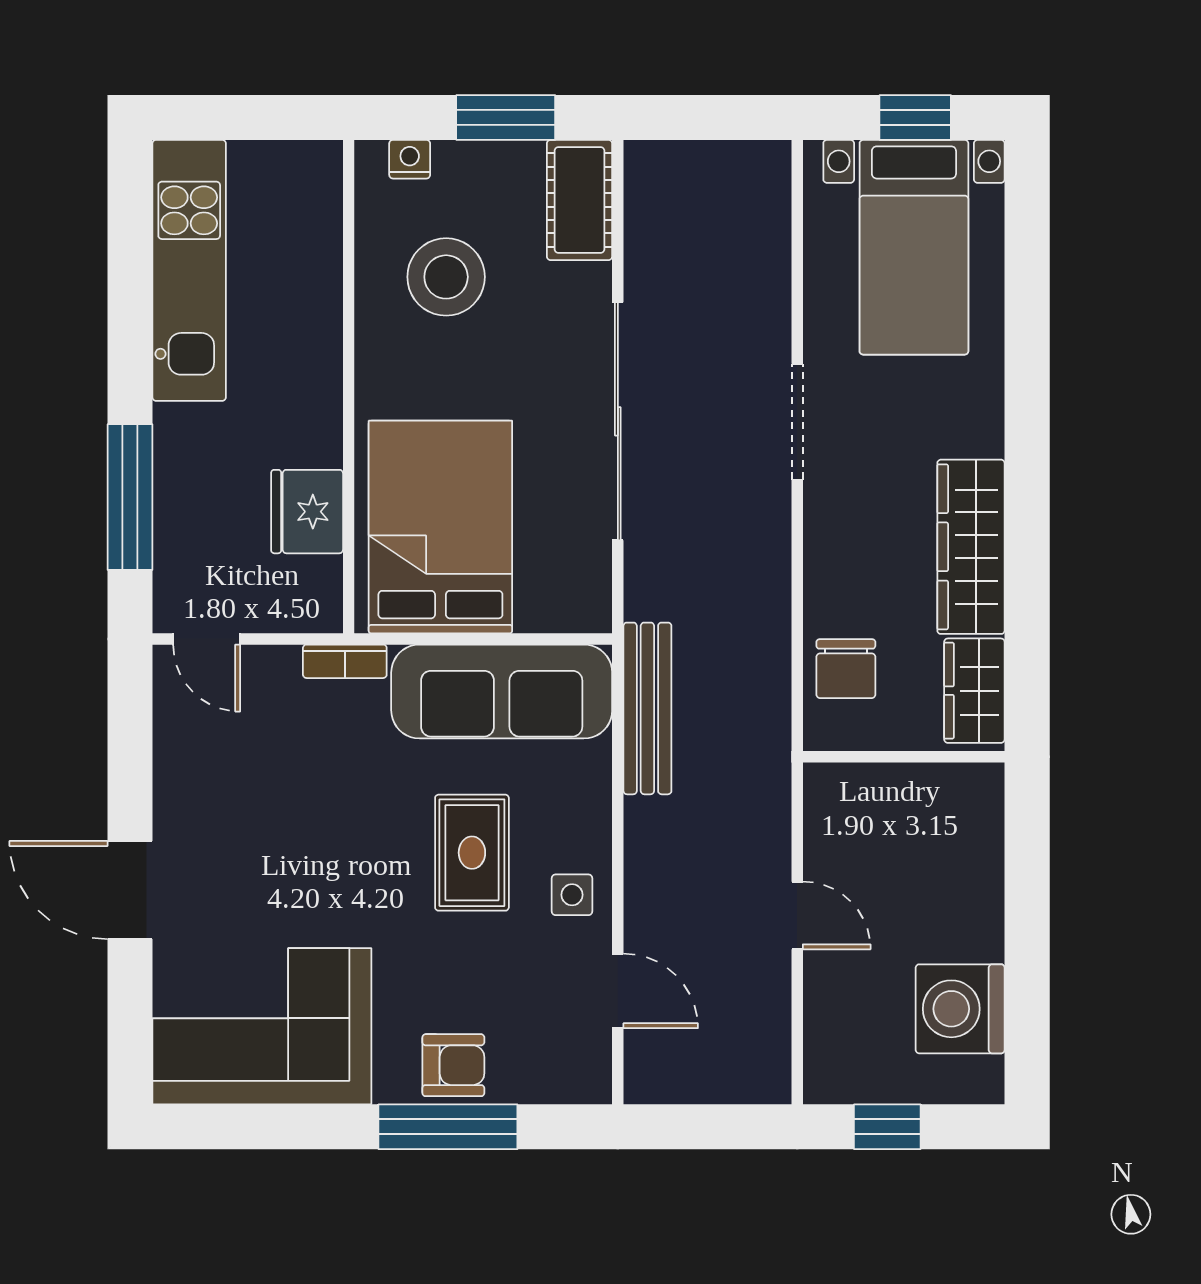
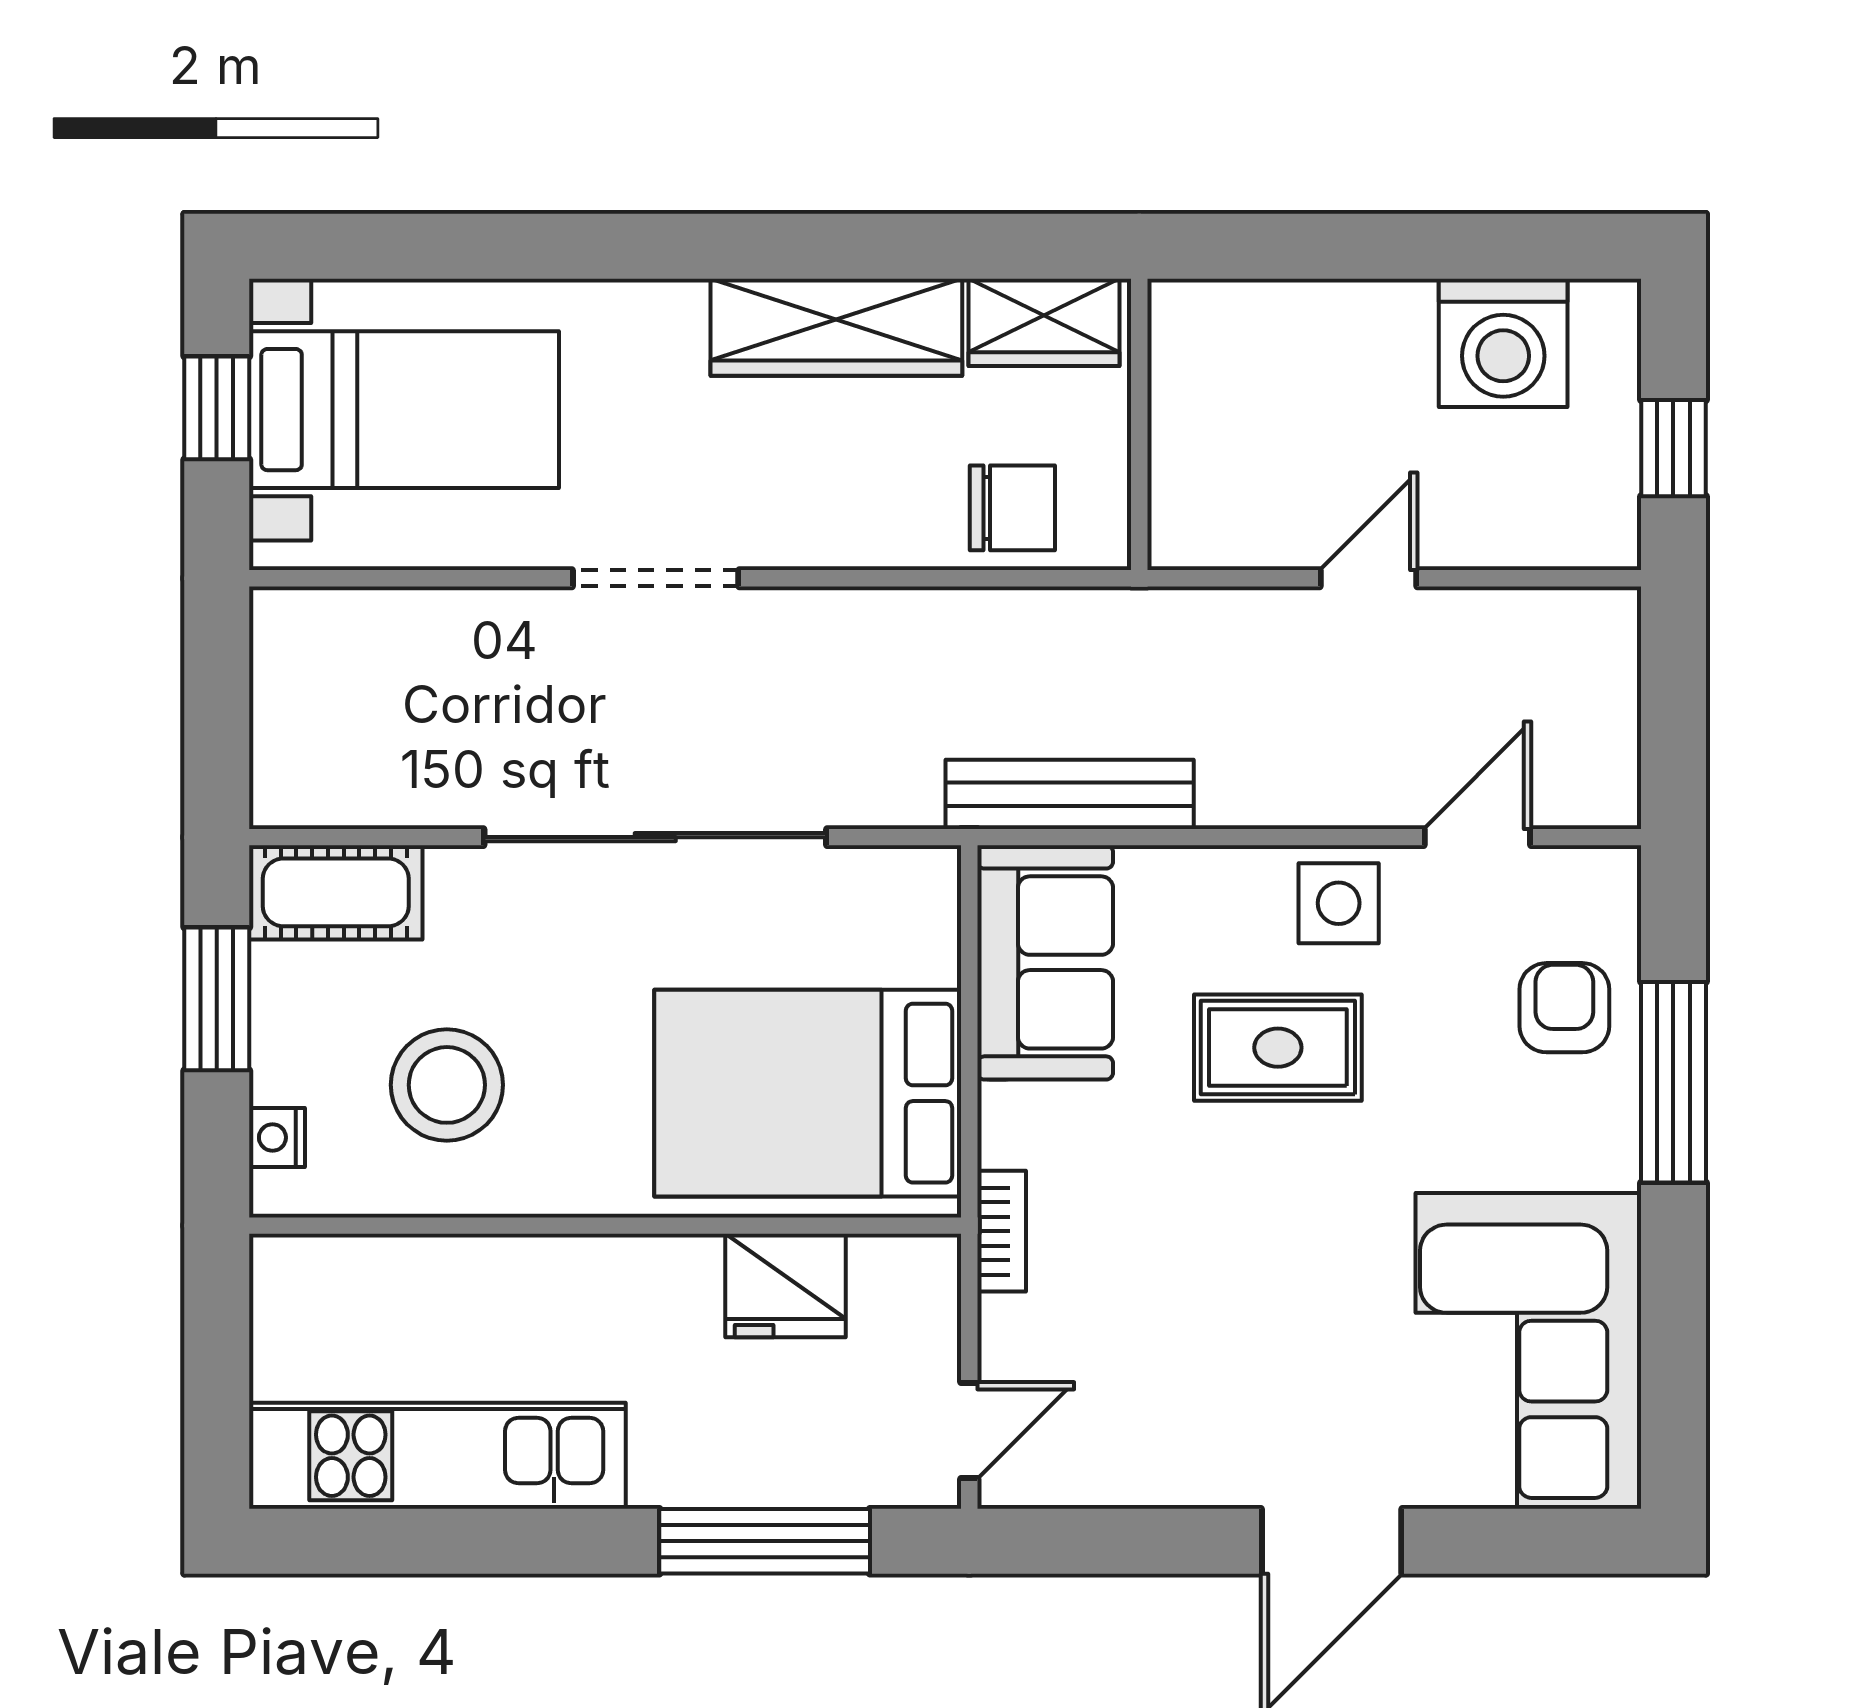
sofa: (502, 691) -> (1045, 962), width x0.73
side table: (572, 895) -> (1339, 903), width x1.37, depth x1.37
armchair: (453, 1065) -> (1564, 1008), moved

